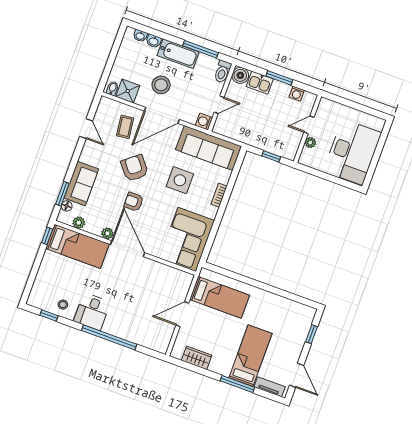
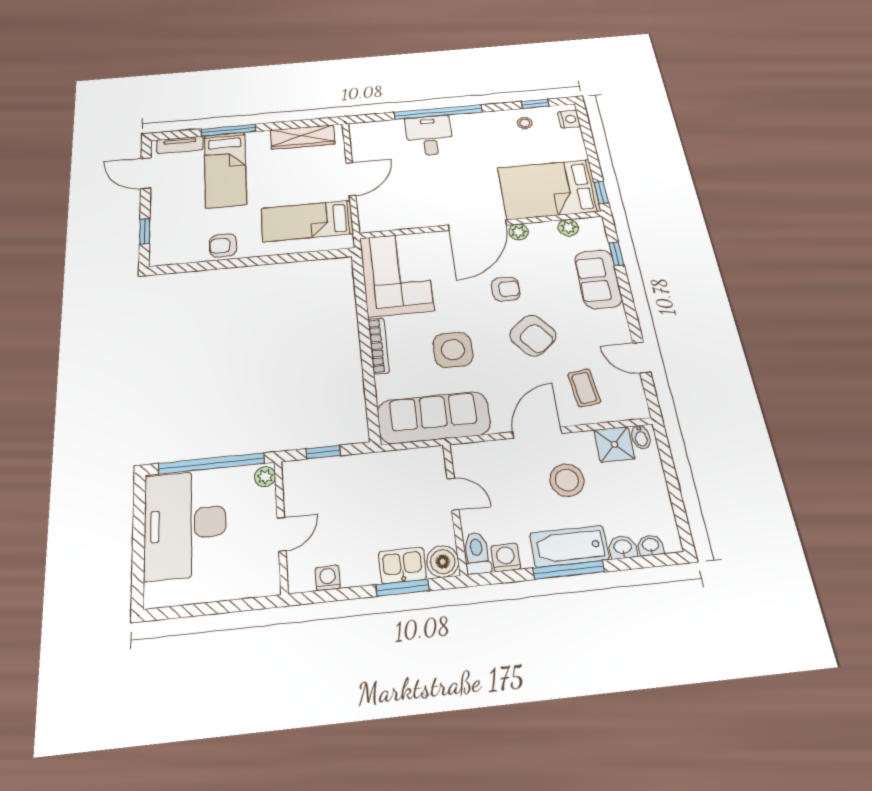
window: (201, 49) -> (568, 570), moved
window: (279, 78) -> (403, 588), moved
door: (219, 105) -> (453, 494), swing flipped
door: (162, 115) -> (537, 433), width x0.73
washing machine: (204, 122) -> (506, 557), moved, turned -90
plant: (310, 142) -> (265, 477), moved
window: (328, 177) -> (212, 463), added
window: (62, 194) -> (616, 254), width x0.67
bookcase: (219, 195) -> (379, 346), width x1.56
floor lamp: (67, 206) -> (600, 241), removed
bed: (77, 246) -> (549, 189), width x1.50
door: (128, 249) -> (477, 225), hinge flipped
nightstand: (36, 295) -> (569, 119), added
armchair: (272, 304) -> (223, 245), added
desk: (92, 312) -> (429, 136), moved
wardrobe: (197, 358) -> (303, 137), width x1.50

